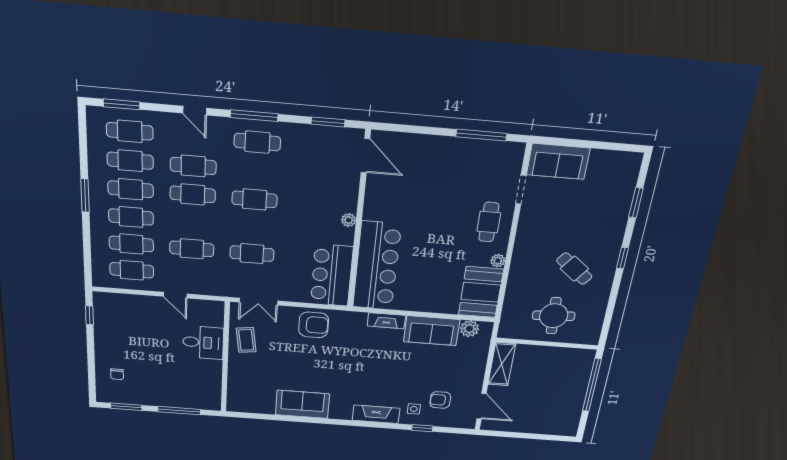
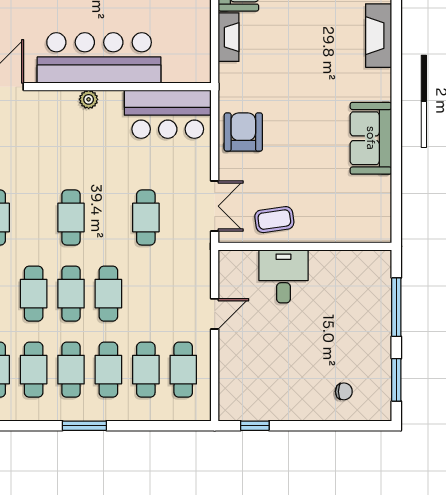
cafe table: (192, 249) -> (108, 294), moved
bar counter: (377, 266) -> (99, 58), moved

